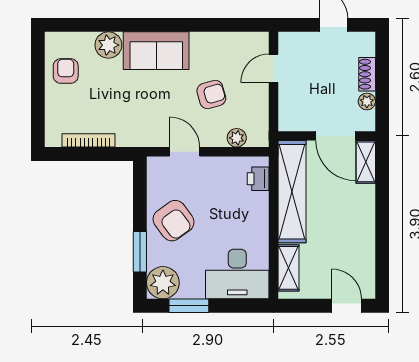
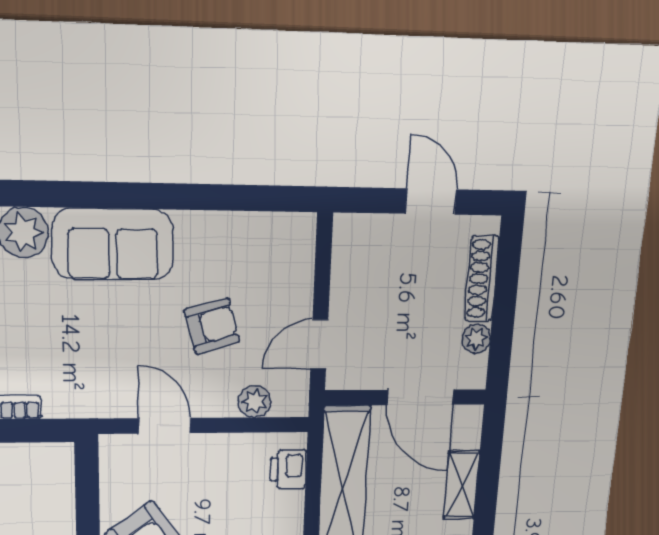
door: (273, 68) -> (319, 344), moved
shoe rack: (367, 74) -> (482, 279), width x1.43
shelving: (366, 162) -> (462, 485), moved

